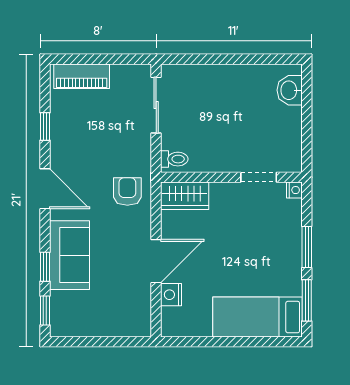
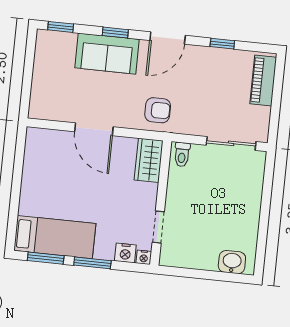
window: (45, 267) -> (115, 33), moved
nightstand: (171, 295) -> (125, 253), moved, turned 180
bed: (257, 317) -> (55, 237), moved, turned 90

